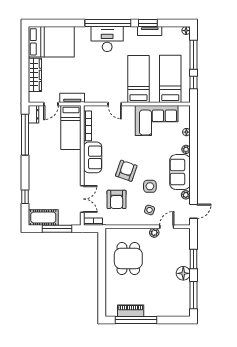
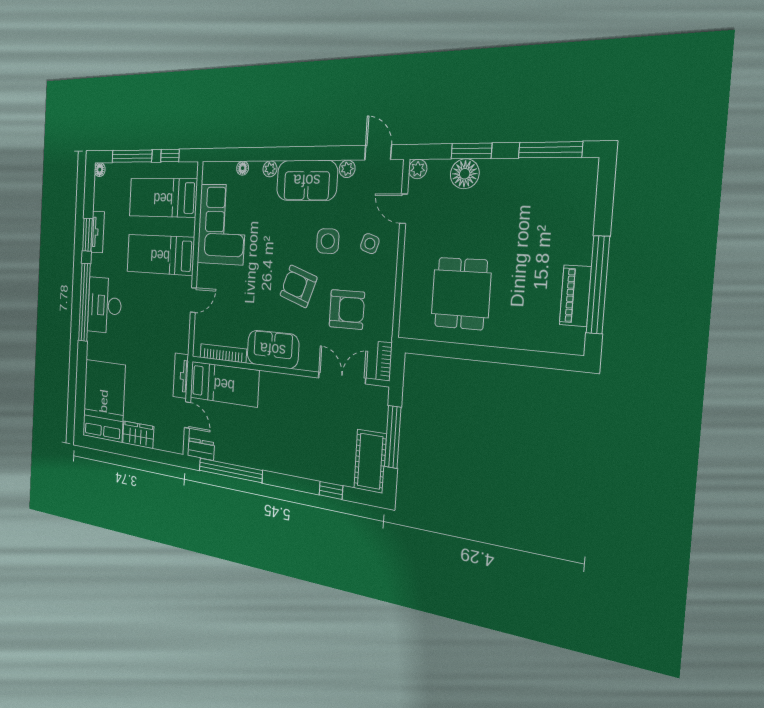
wardrobe: (35, 75) -> (138, 435), width x0.67
plant: (154, 233) -> (418, 169), moved
dining table: (128, 258) -> (461, 294), turned 90
floor lamp: (183, 273) -> (465, 174), moved

